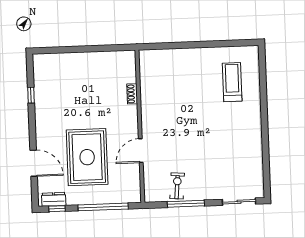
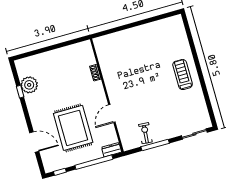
treadmill: (232, 82) -> (183, 75), moved
plant: (45, 89) -> (29, 85), added
dresser: (54, 199) -> (112, 150), moved

